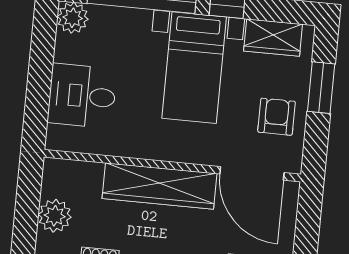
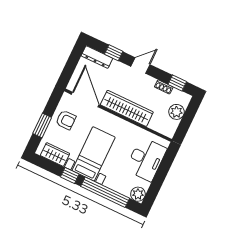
desk: (82, 96) -> (146, 159), width x1.37
armchair: (276, 117) -> (66, 120), turned -90

